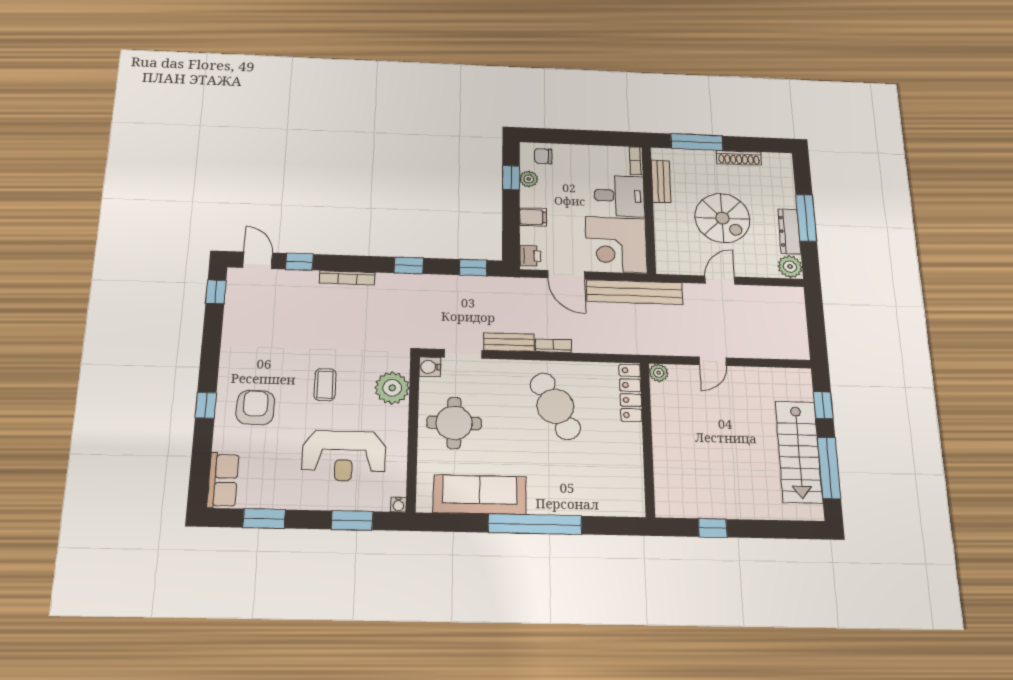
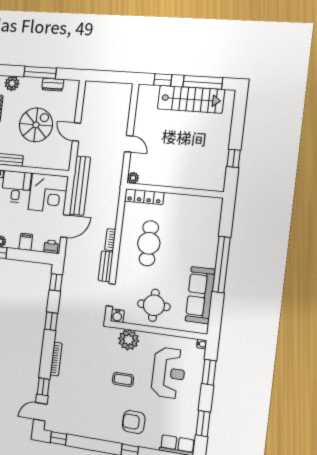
dresser: (789, 231) -> (53, 85), width x0.70
plant: (790, 267) -> (12, 83), moved
cafe table: (555, 406) -> (149, 243), turned -62

